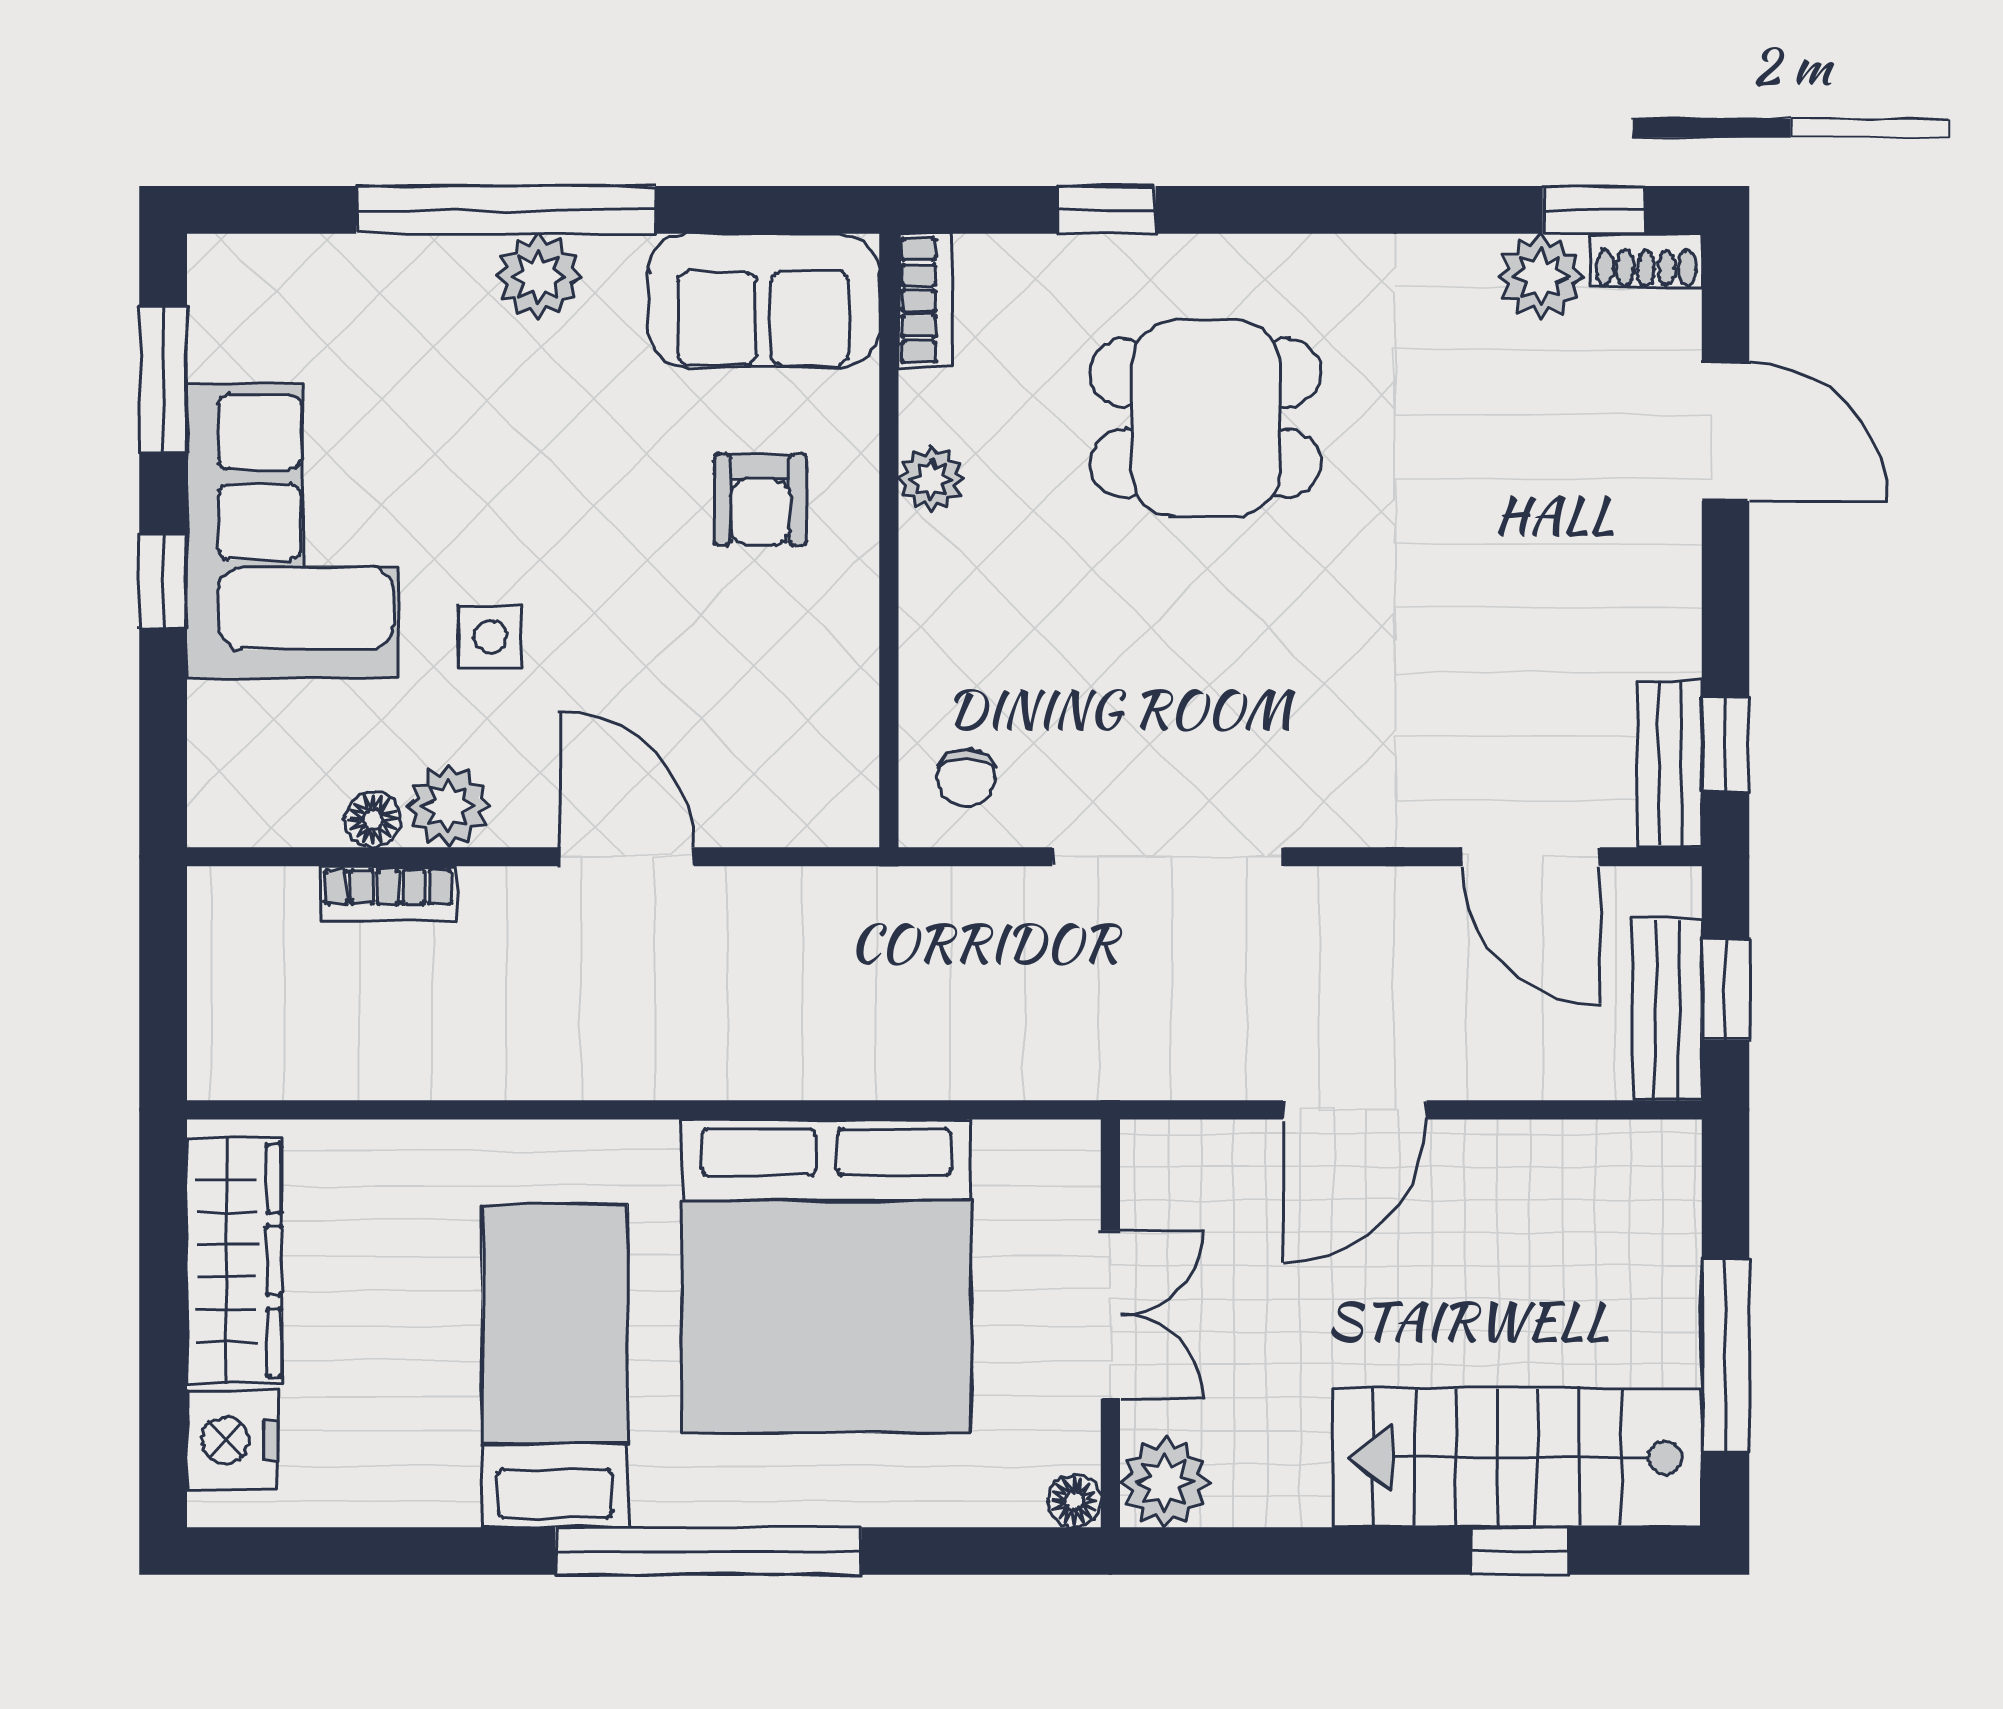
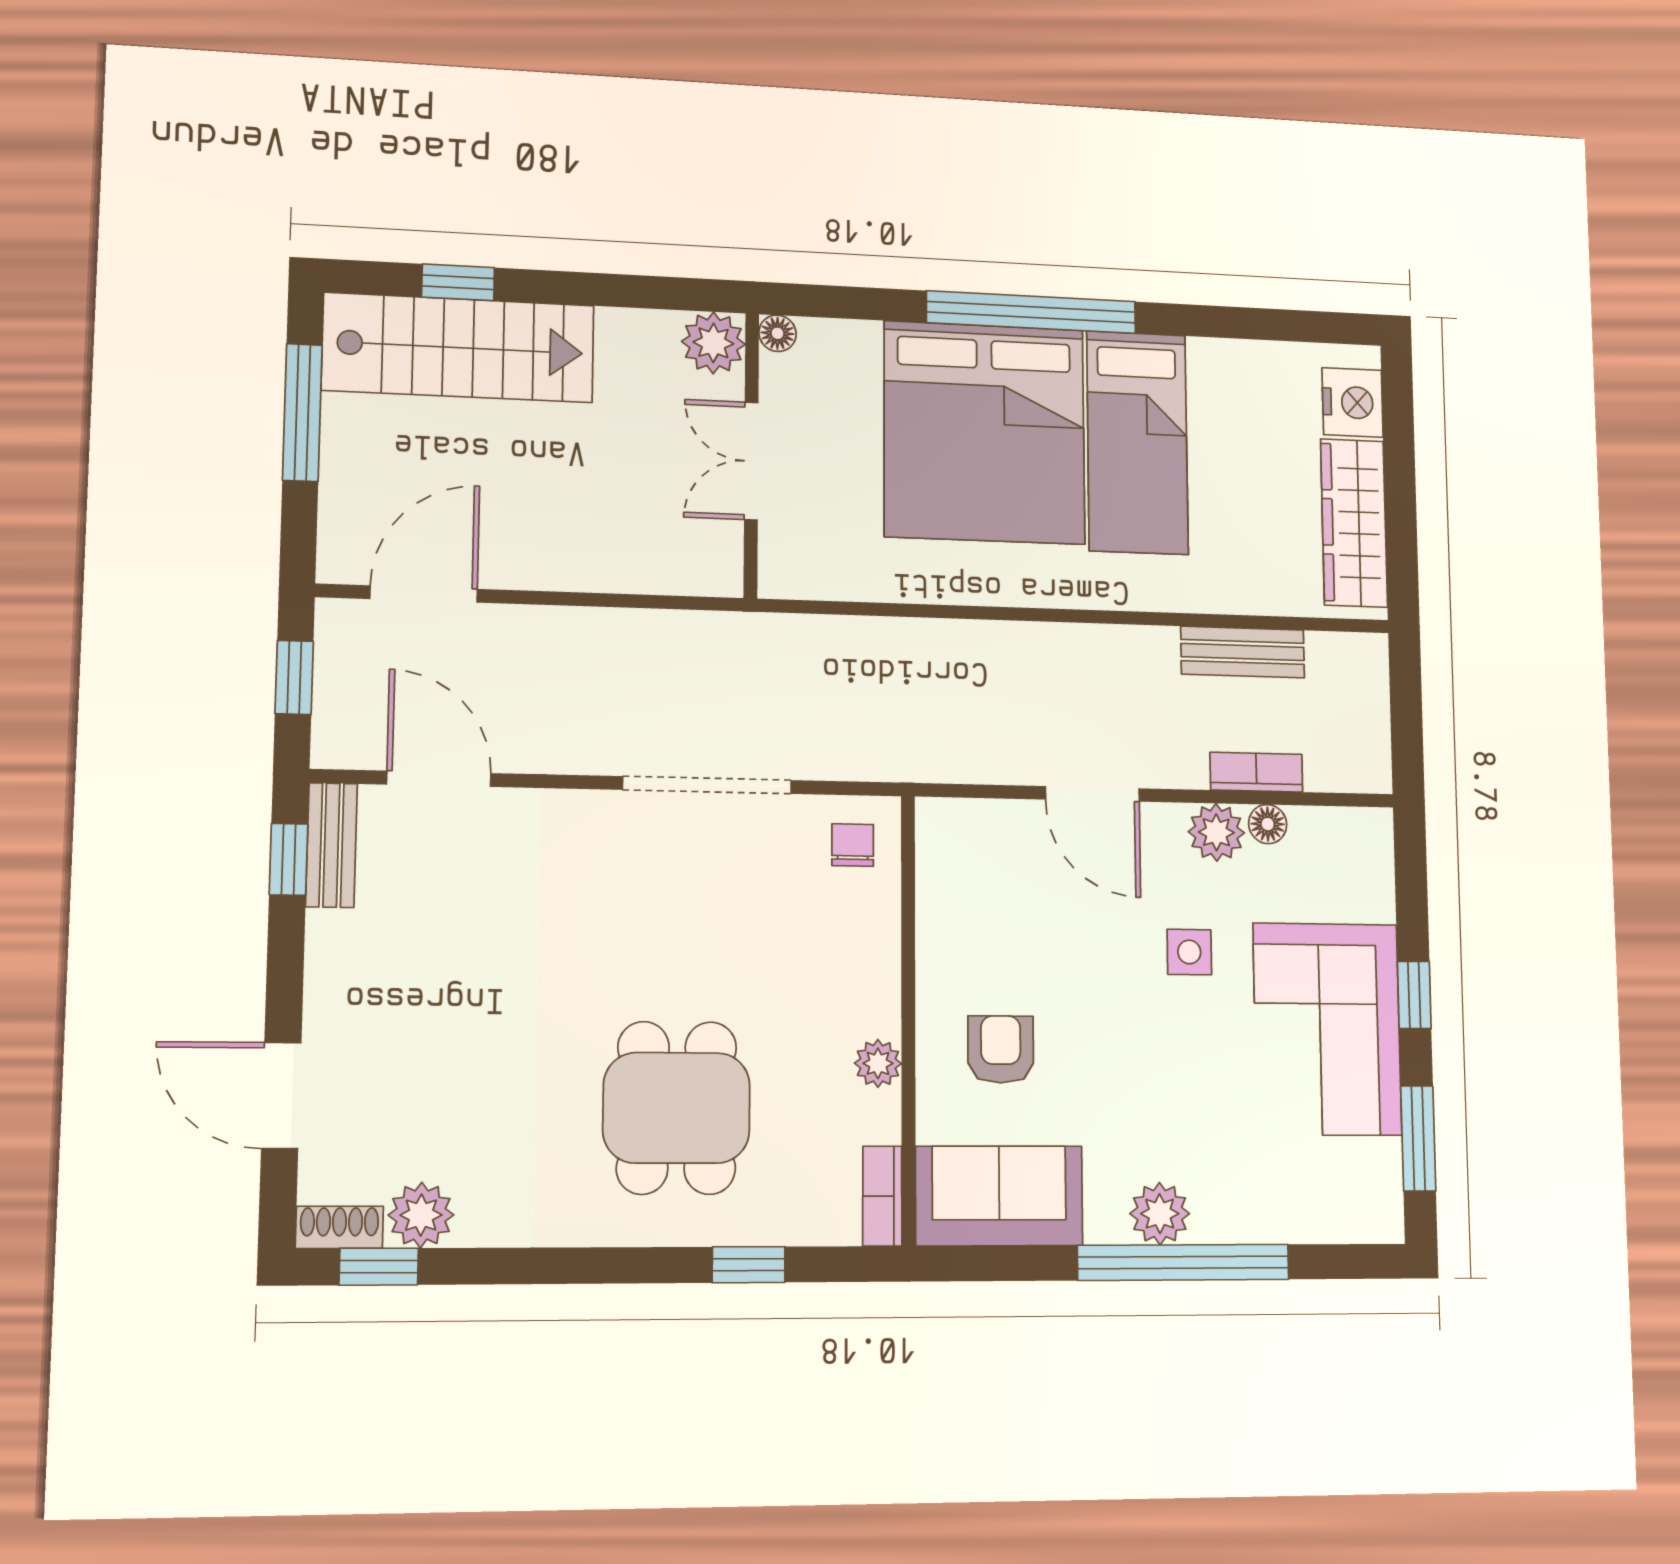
dining table: (1205, 418) -> (677, 1108), turned 90
bench: (1667, 1010) -> (1243, 652), moved, turned 90
door: (1355, 1110) -> (424, 594), moved
bed: (826, 1276) -> (984, 433), moved, turned 180

